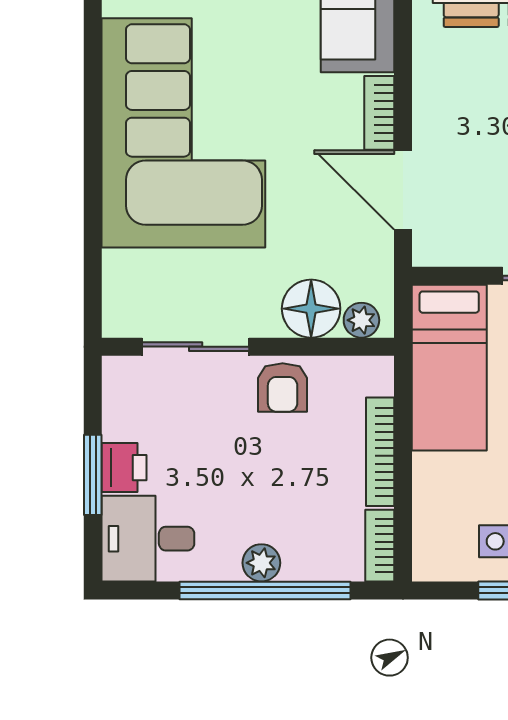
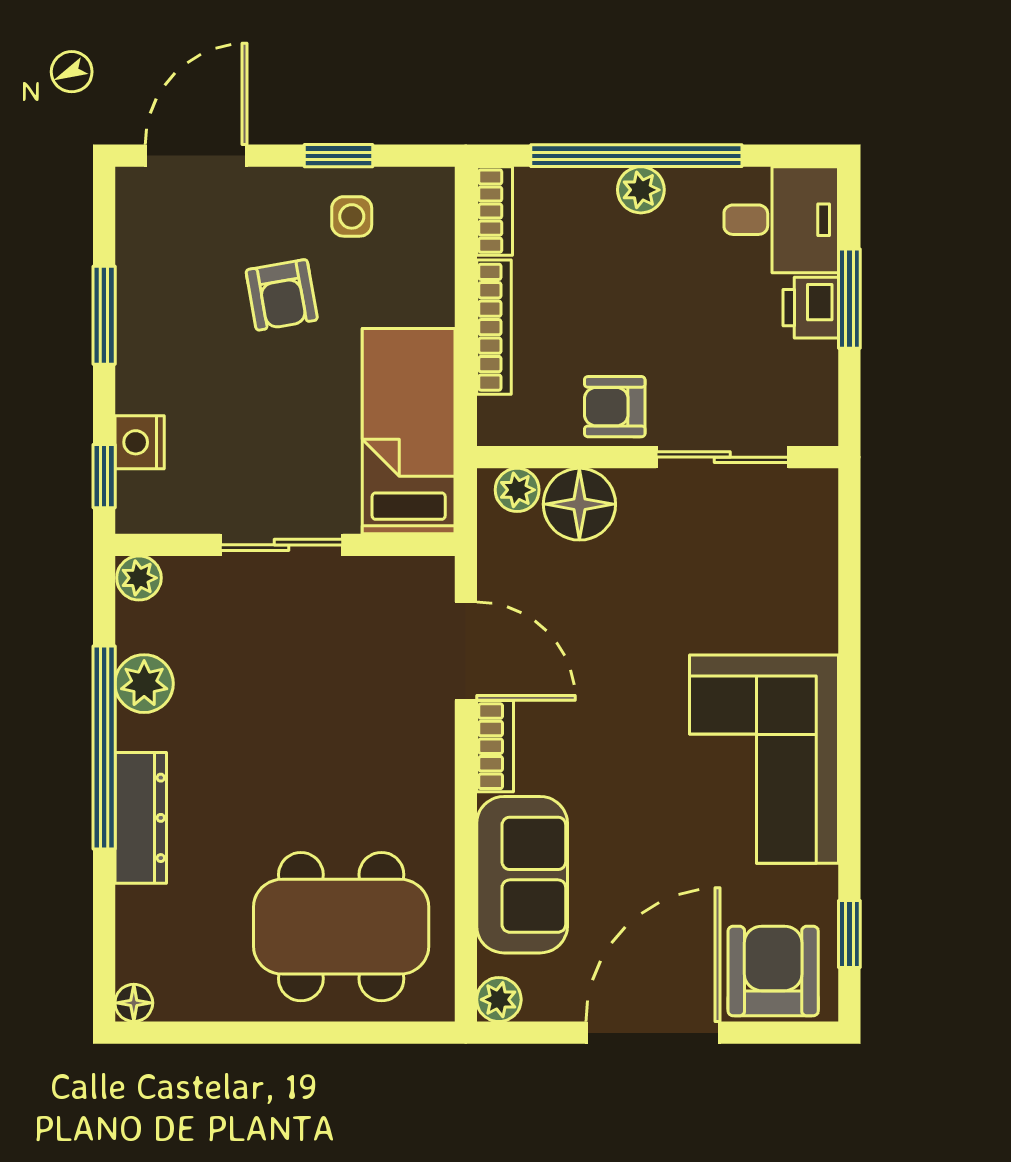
corner sofa: (183, 133) -> (764, 759), width x0.73, depth x0.74
armchair: (283, 387) -> (615, 407), turned -90

